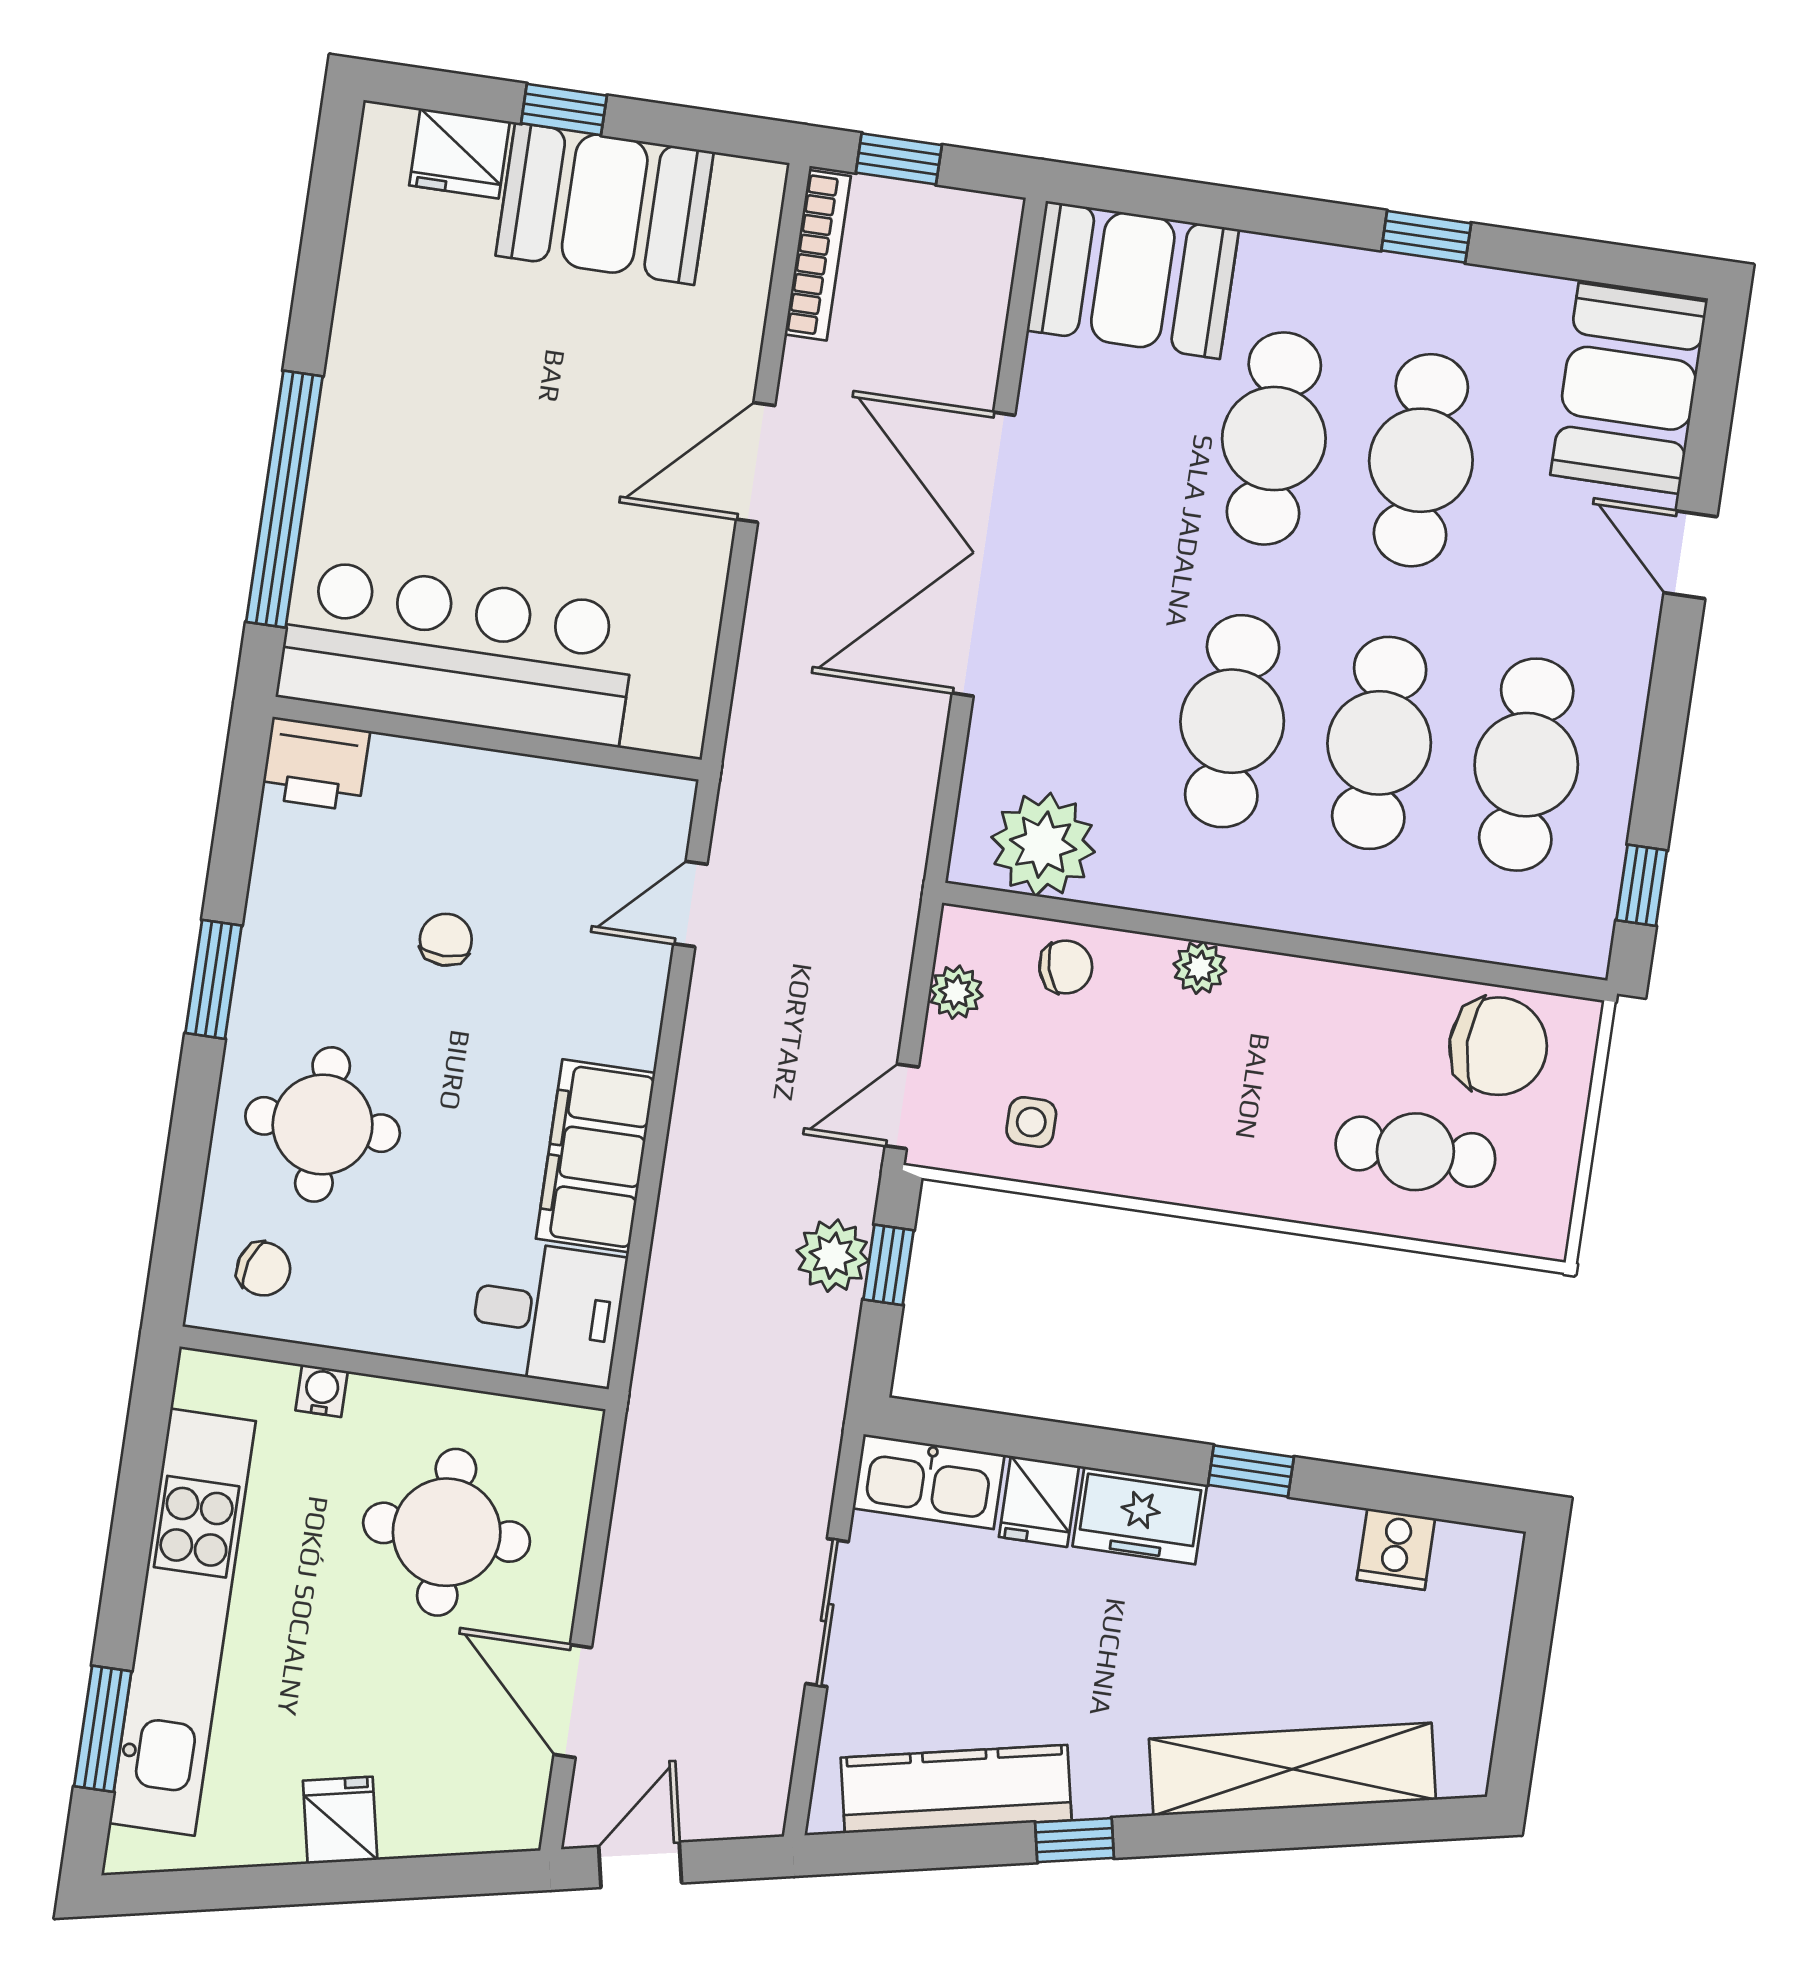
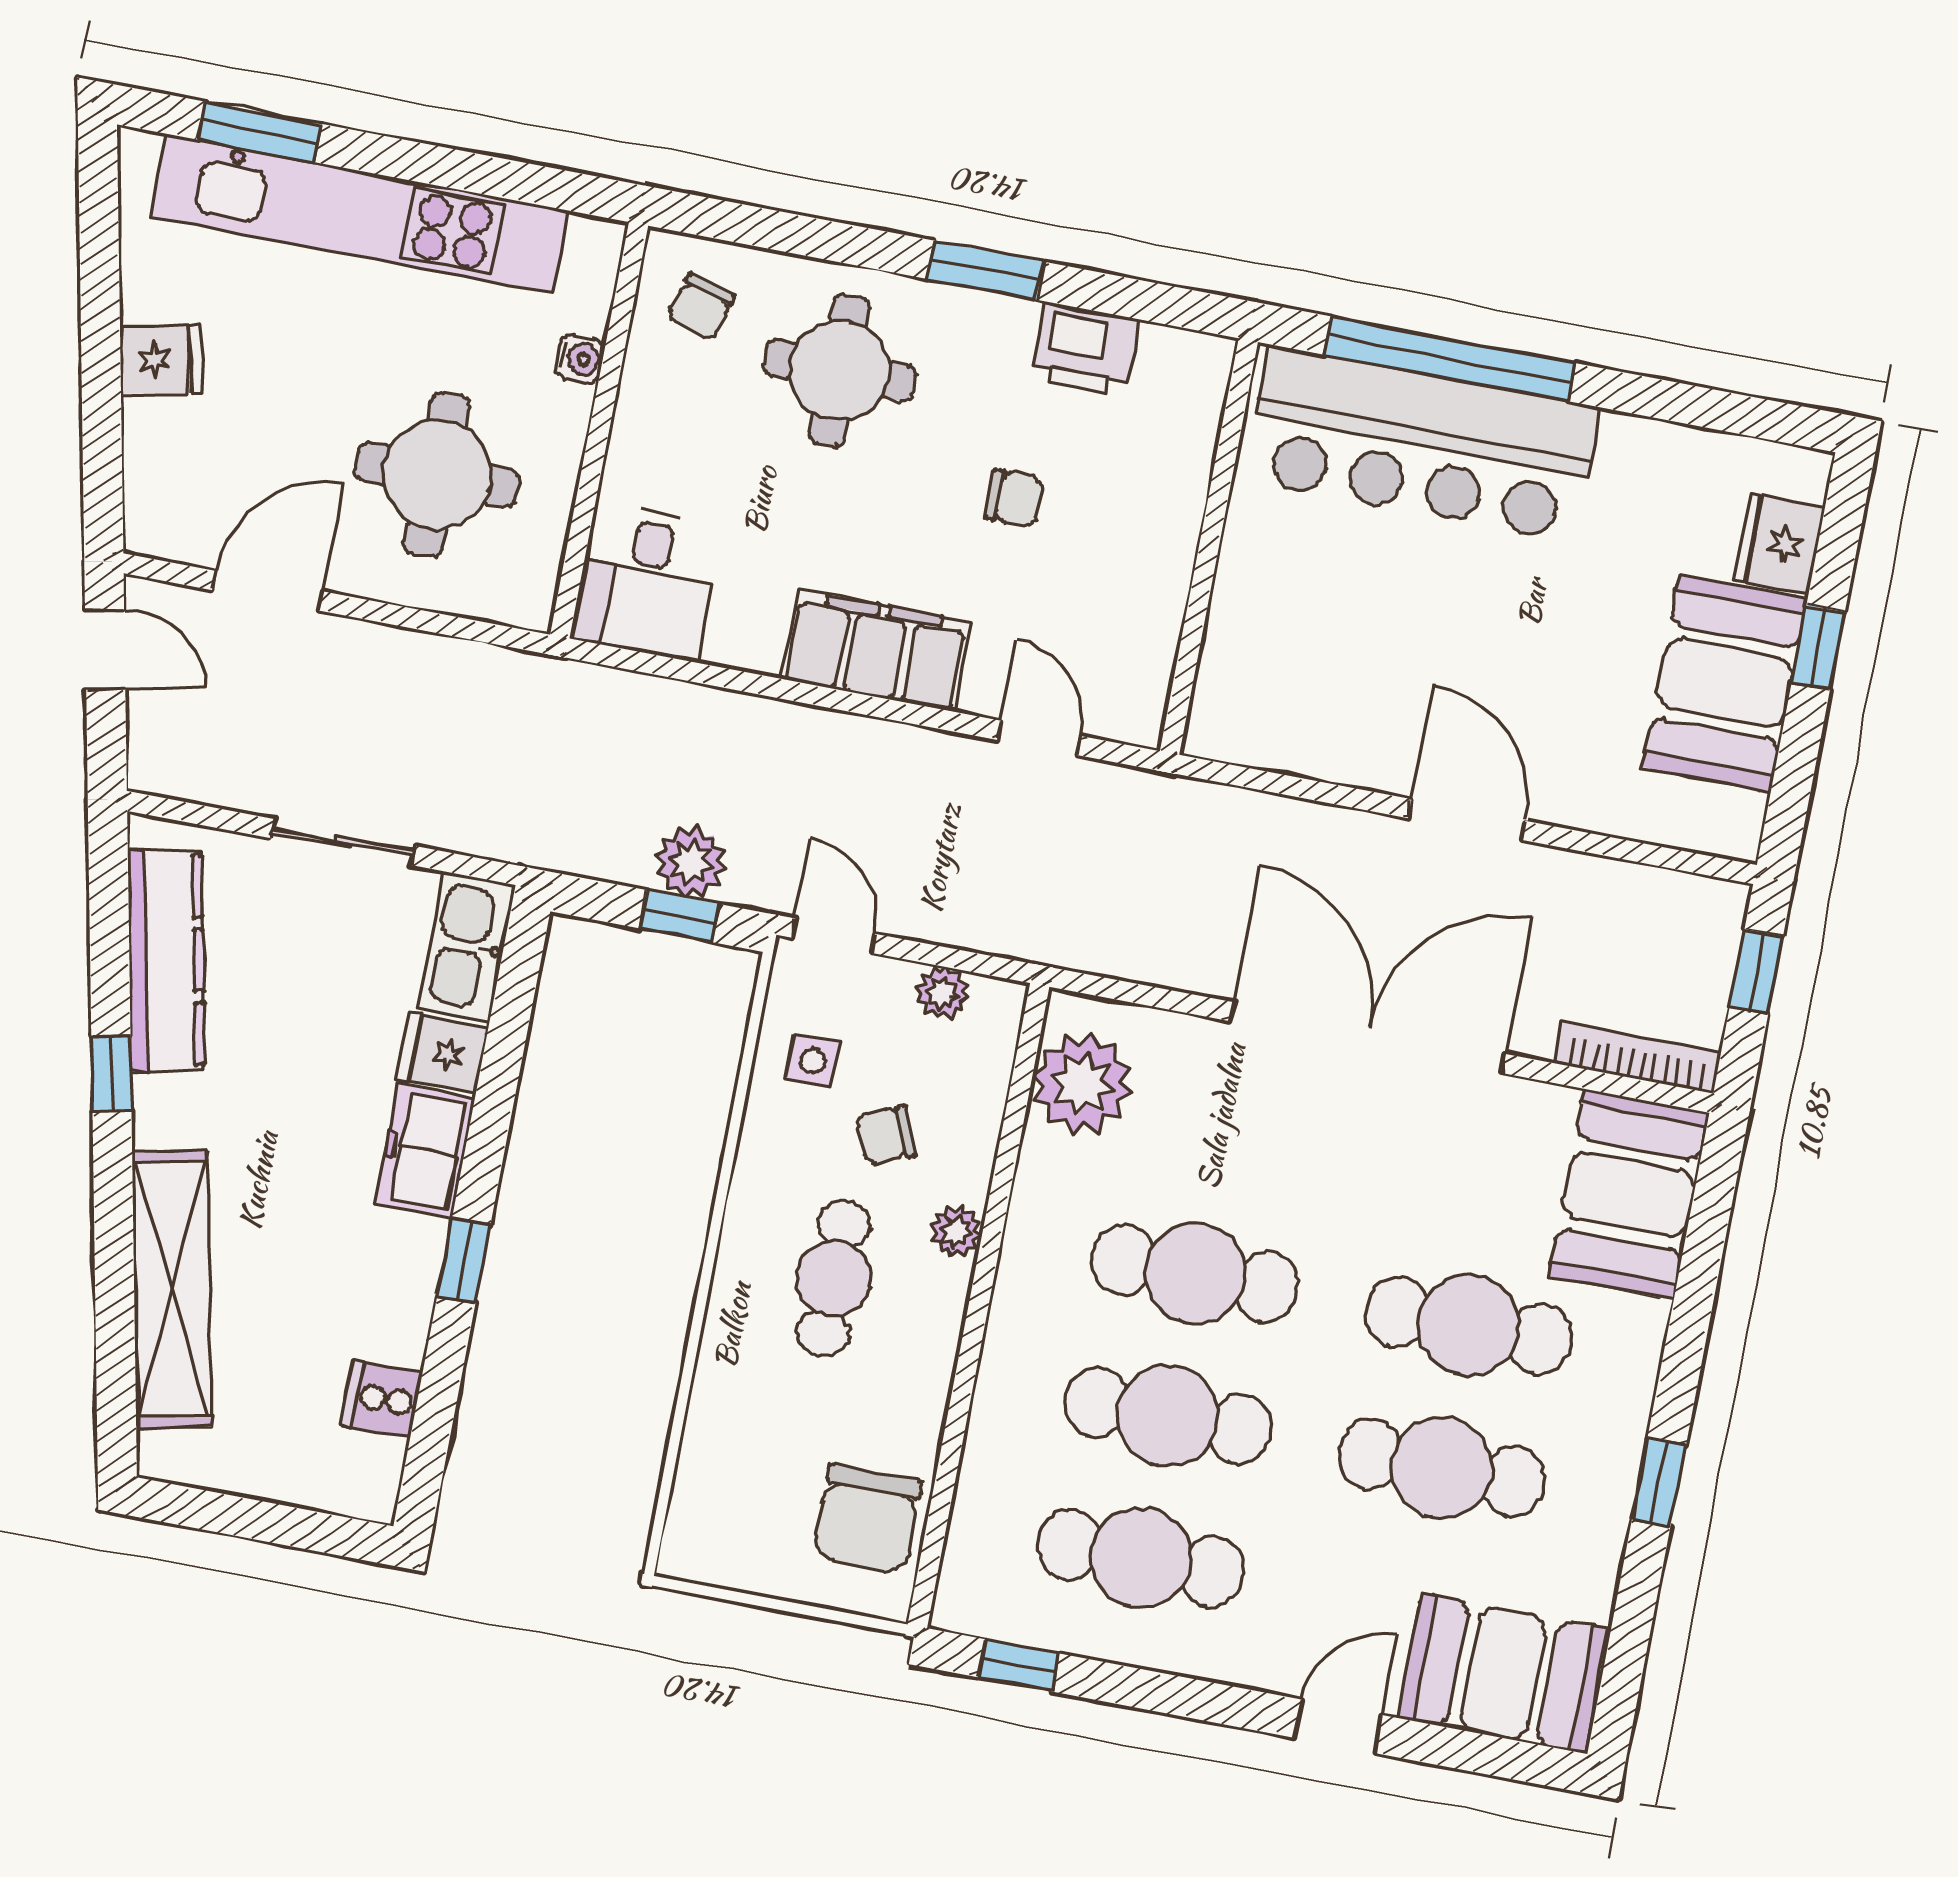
bookcase: (818, 255) -> (1638, 1058), moved, turned 180
bar counter: (457, 652) -> (1423, 444), moved, turned 90
printer: (315, 764) -> (1085, 350), moved, turned -90
chair: (1066, 967) -> (886, 1135), moved, turned 83
cafe table: (1415, 1152) -> (834, 1278), moved
filing cabinet: (596, 1156) -> (876, 650), moved

